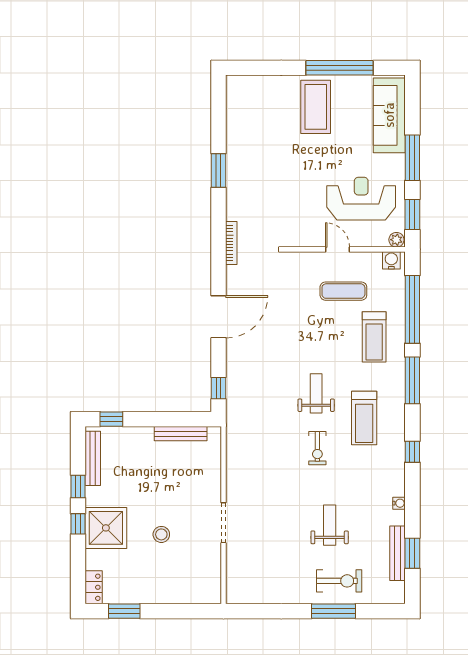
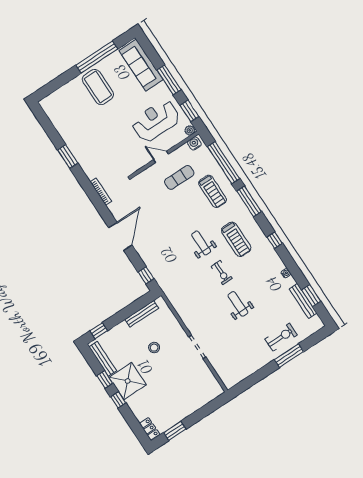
weight bench: (330, 525) -> (238, 304), moved
shower: (106, 528) -> (128, 381), moved
stool: (161, 534) -> (154, 348), moved

